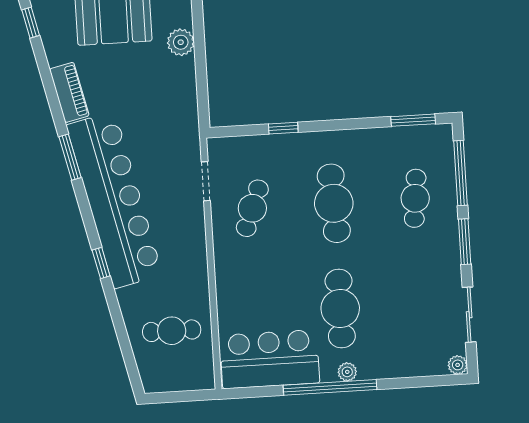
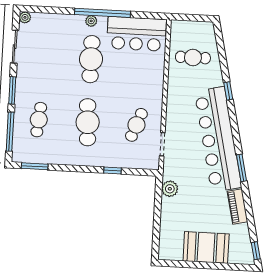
plant: (181, 42) -> (170, 189), moved
window: (101, 263) -> (228, 91), moved

